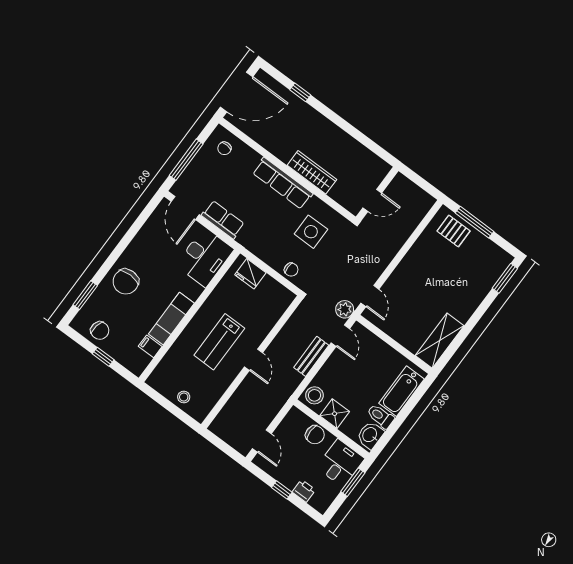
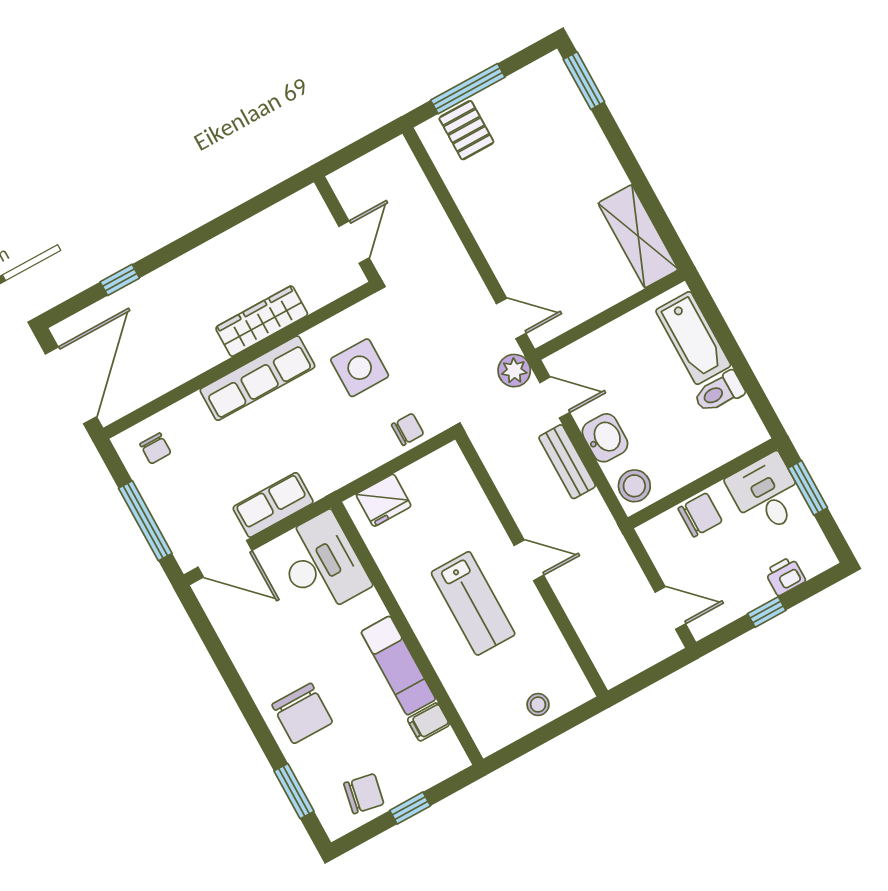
pallet: (454, 231) -> (466, 130), turned 90
shower: (335, 414) -> (680, 466), removed
washbasin: (370, 435) -> (605, 438), moved, turned 180

